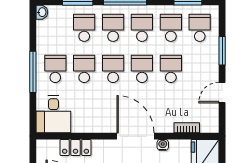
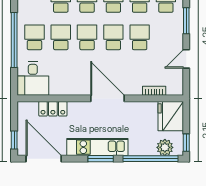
window: (33, 72) -> (14, 40), width x1.46
water cooler: (163, 145) -> (132, 106), removed

